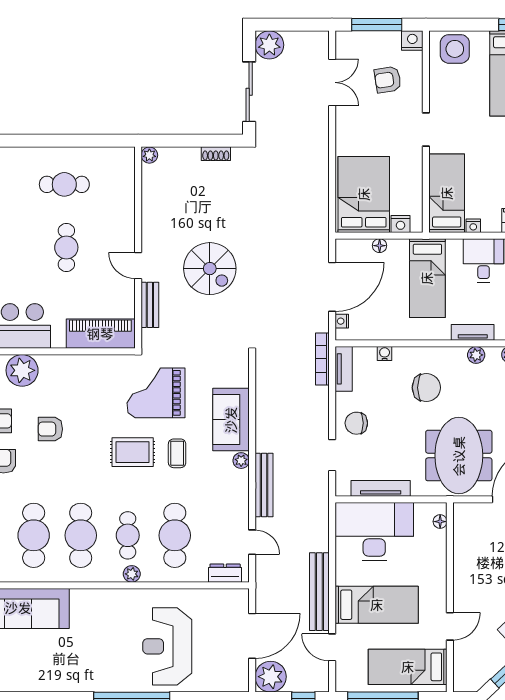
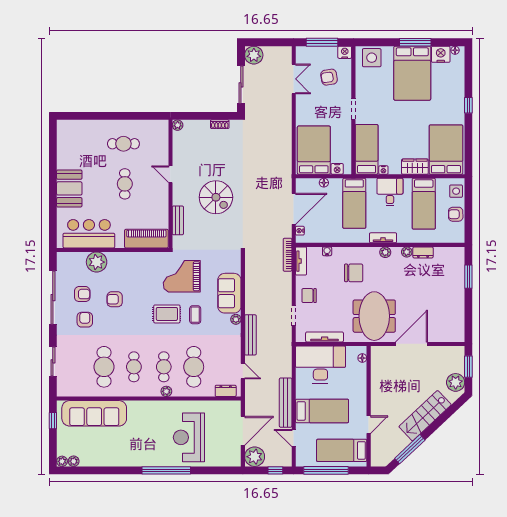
door: (138, 266) -> (170, 174), moved
cafe table: (81, 535) -> (134, 367), width x0.73, depth x0.74

